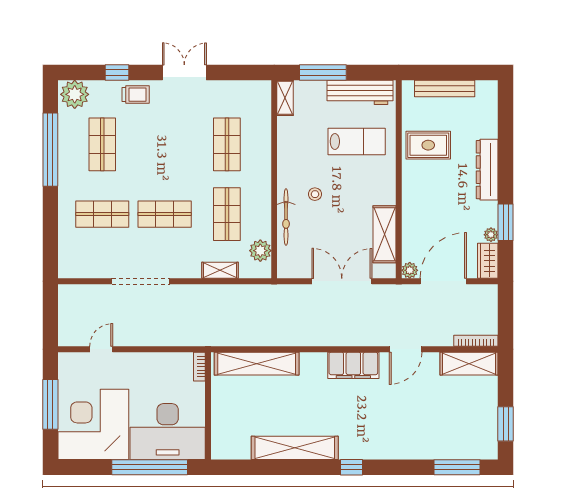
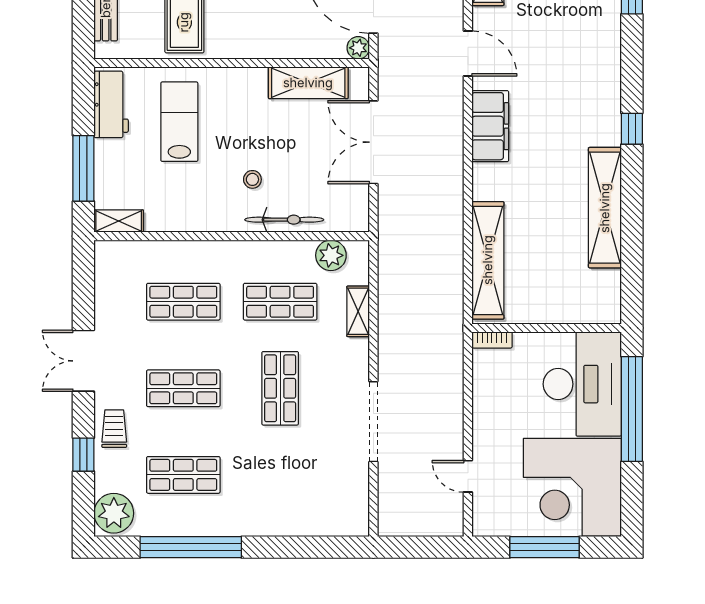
workbench: (360, 92) -> (111, 104), width x0.73
shop shelf: (102, 214) -> (183, 388), moved, turned 90

